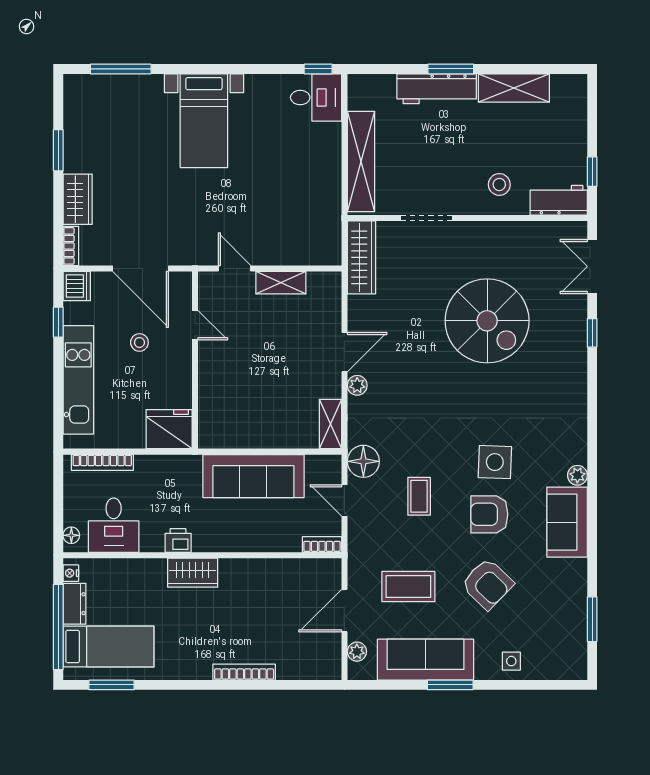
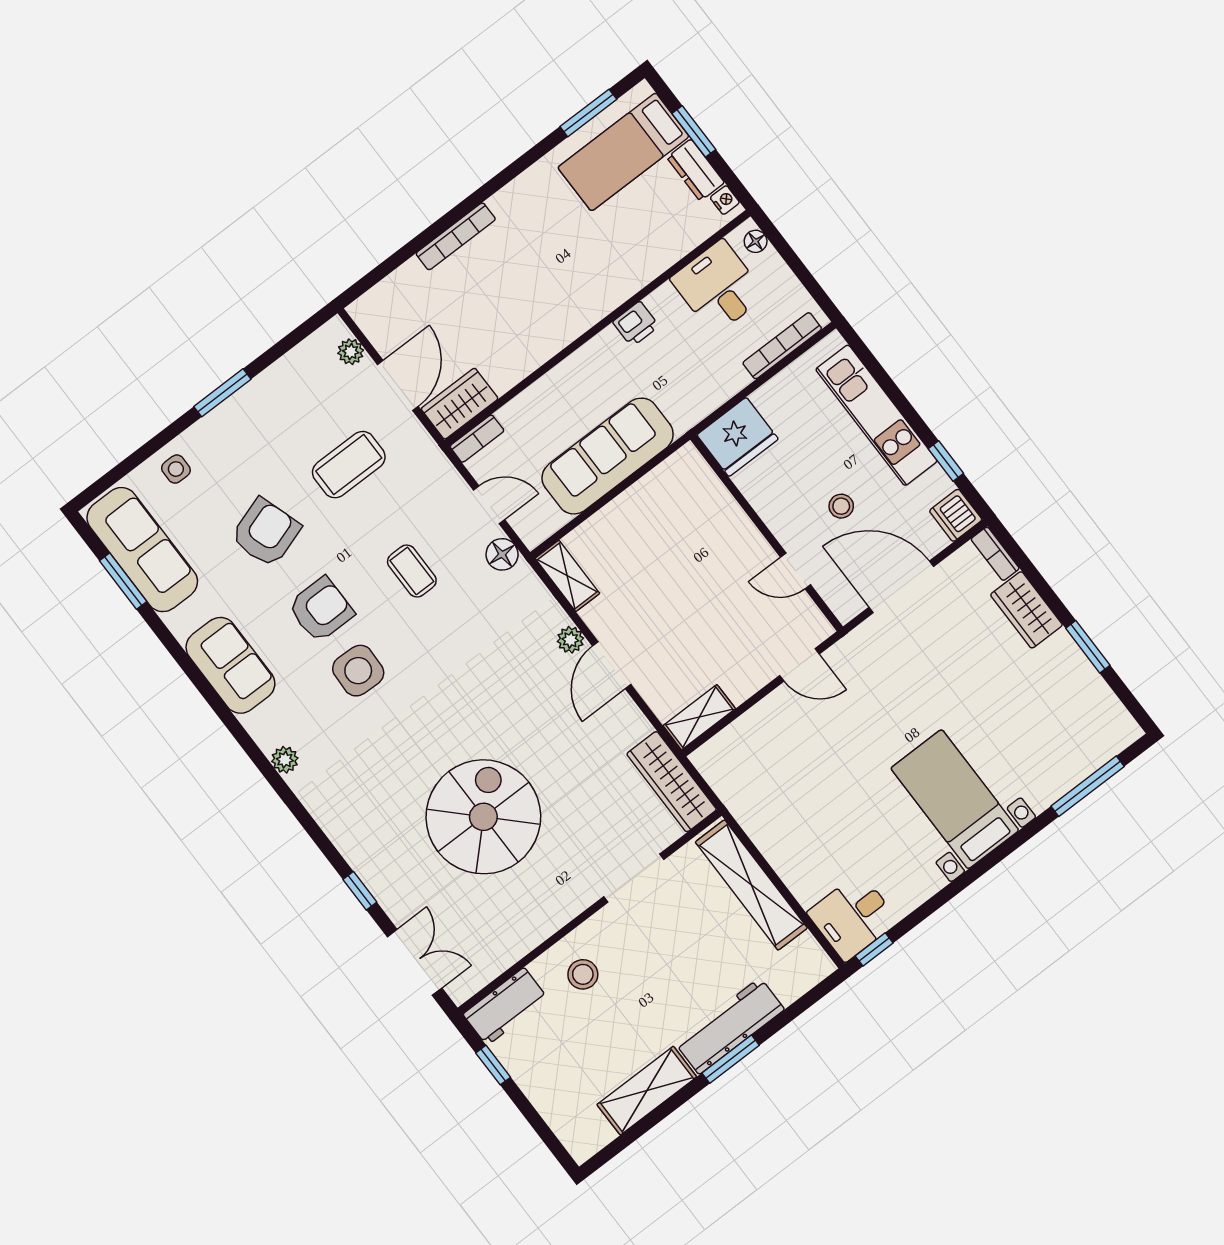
shelving: (281, 283) -> (699, 717), moved
spiral stairs: (487, 321) -> (483, 817), turned 90
floor lamp: (363, 461) -> (502, 554), width x0.73, depth x0.73
plant: (577, 475) -> (285, 760), moved
wardrobe: (193, 573) -> (460, 404), moved
armchair: (487, 584) -> (266, 533), turned 118
window: (58, 627) -> (694, 131), width x0.47
sofa: (426, 660) -> (142, 550), moved, turned -90

